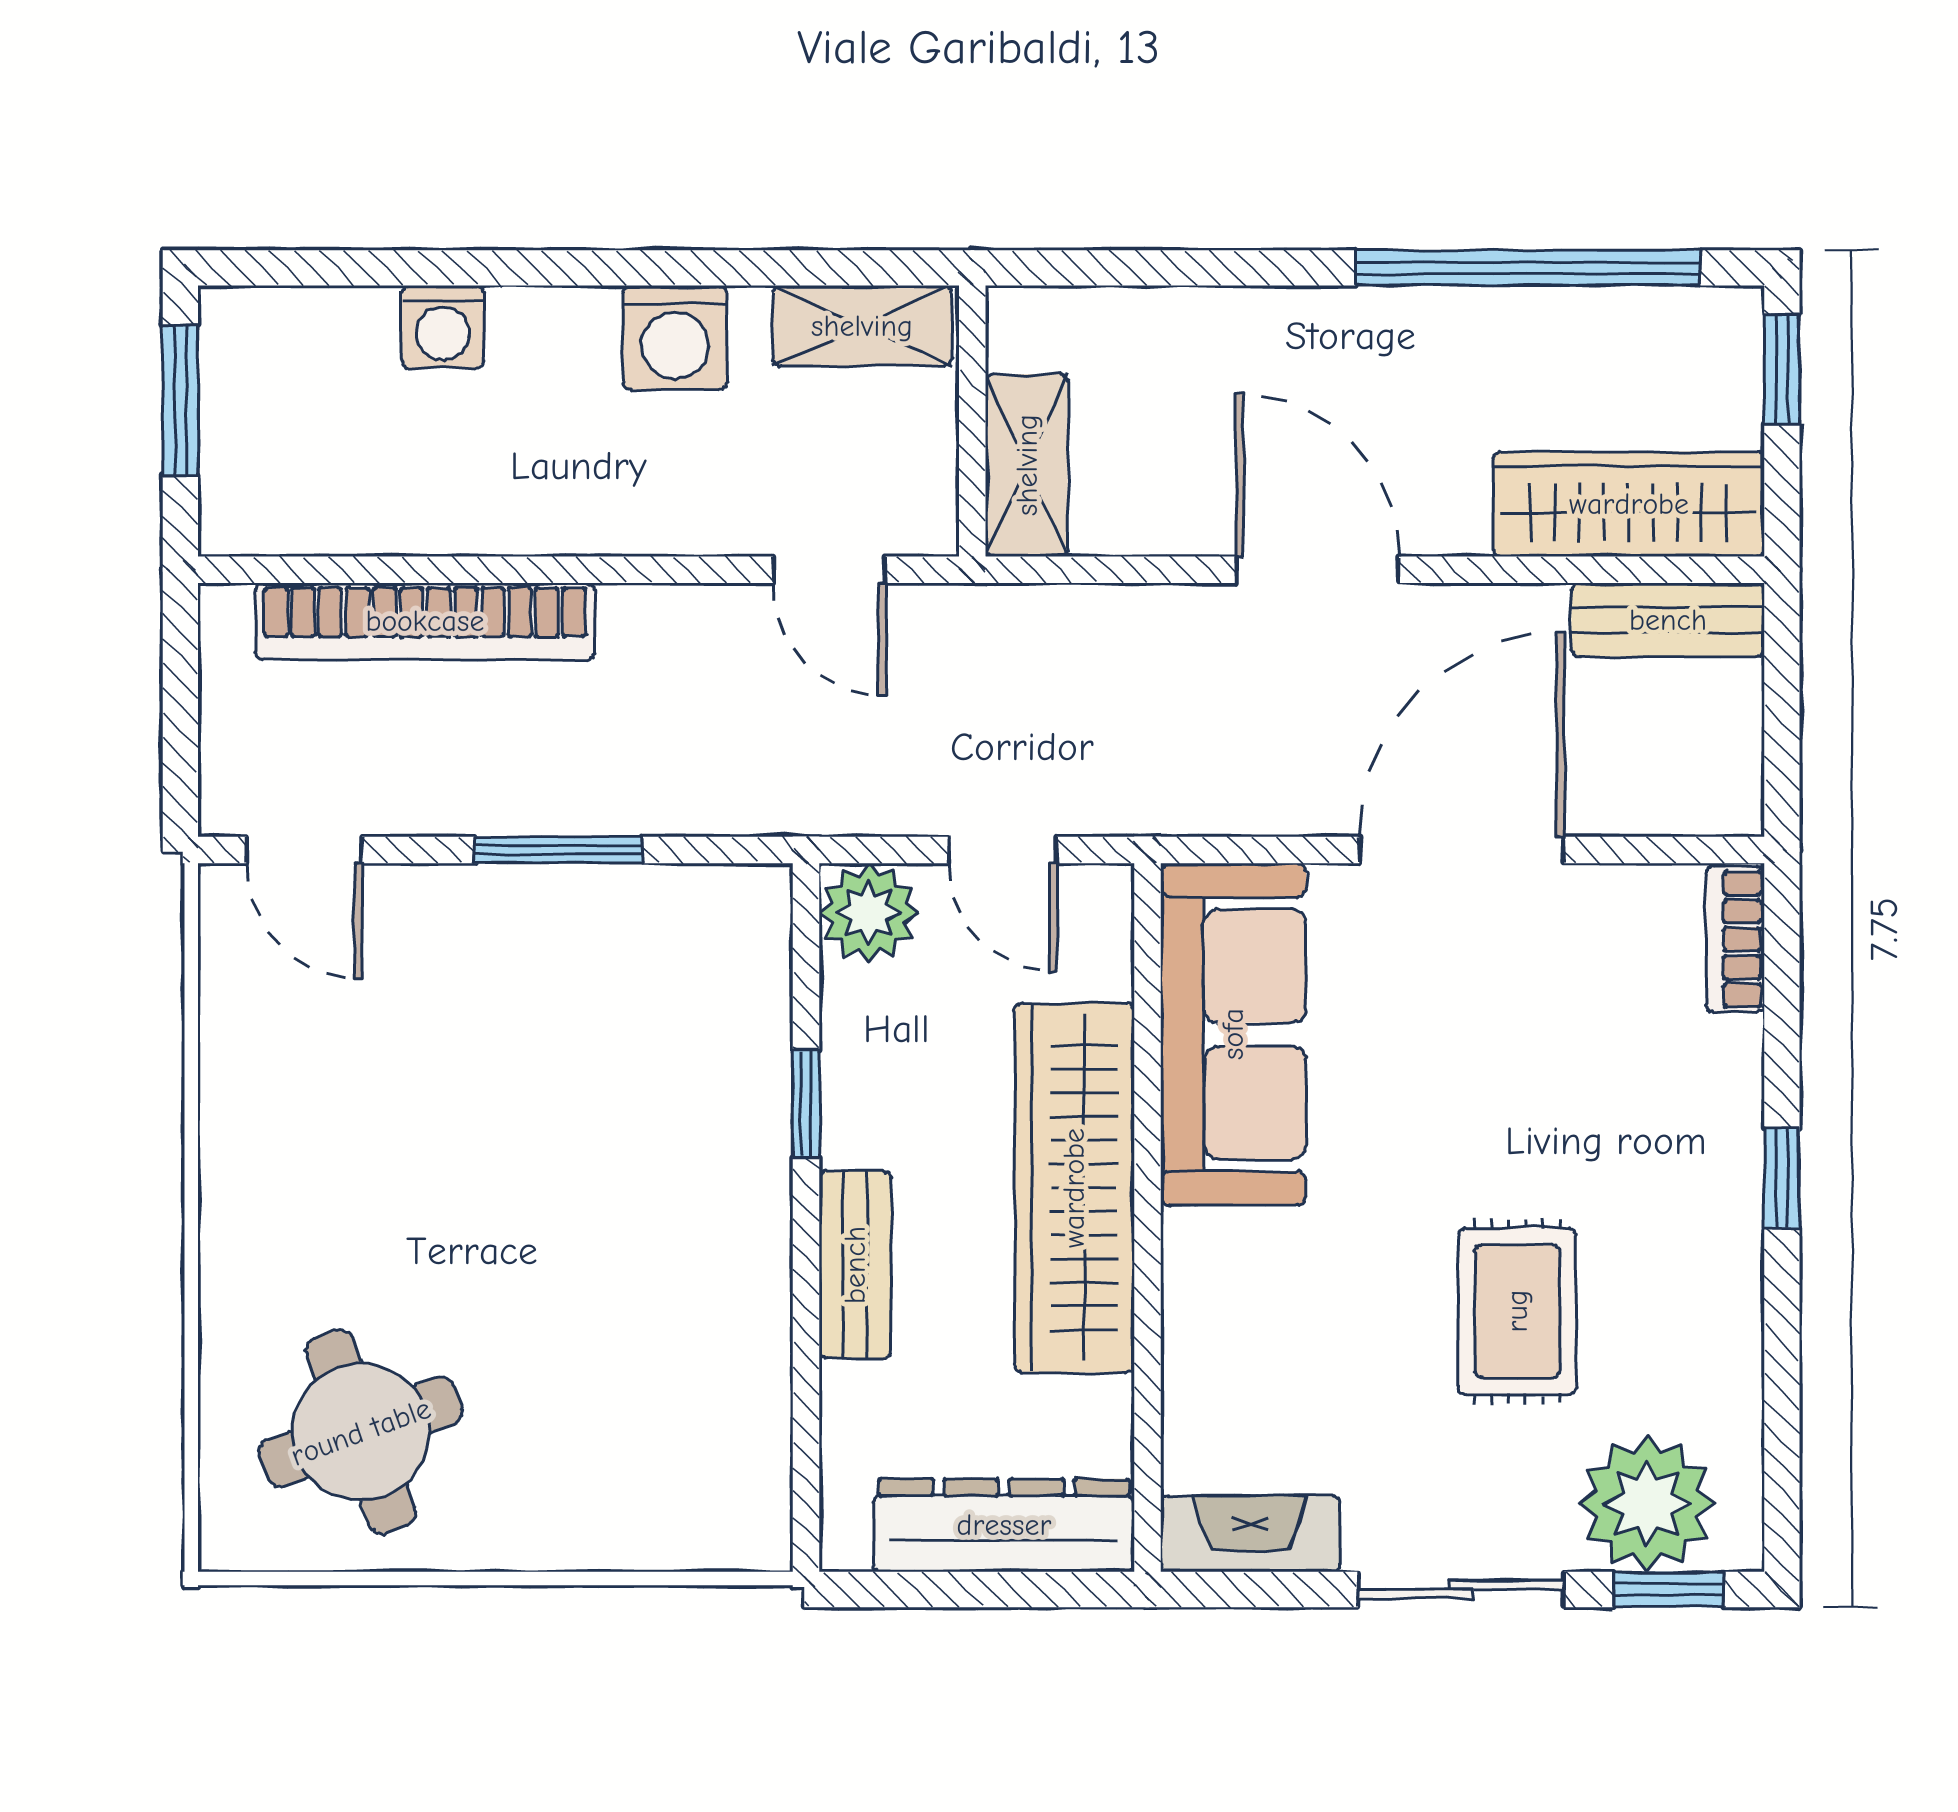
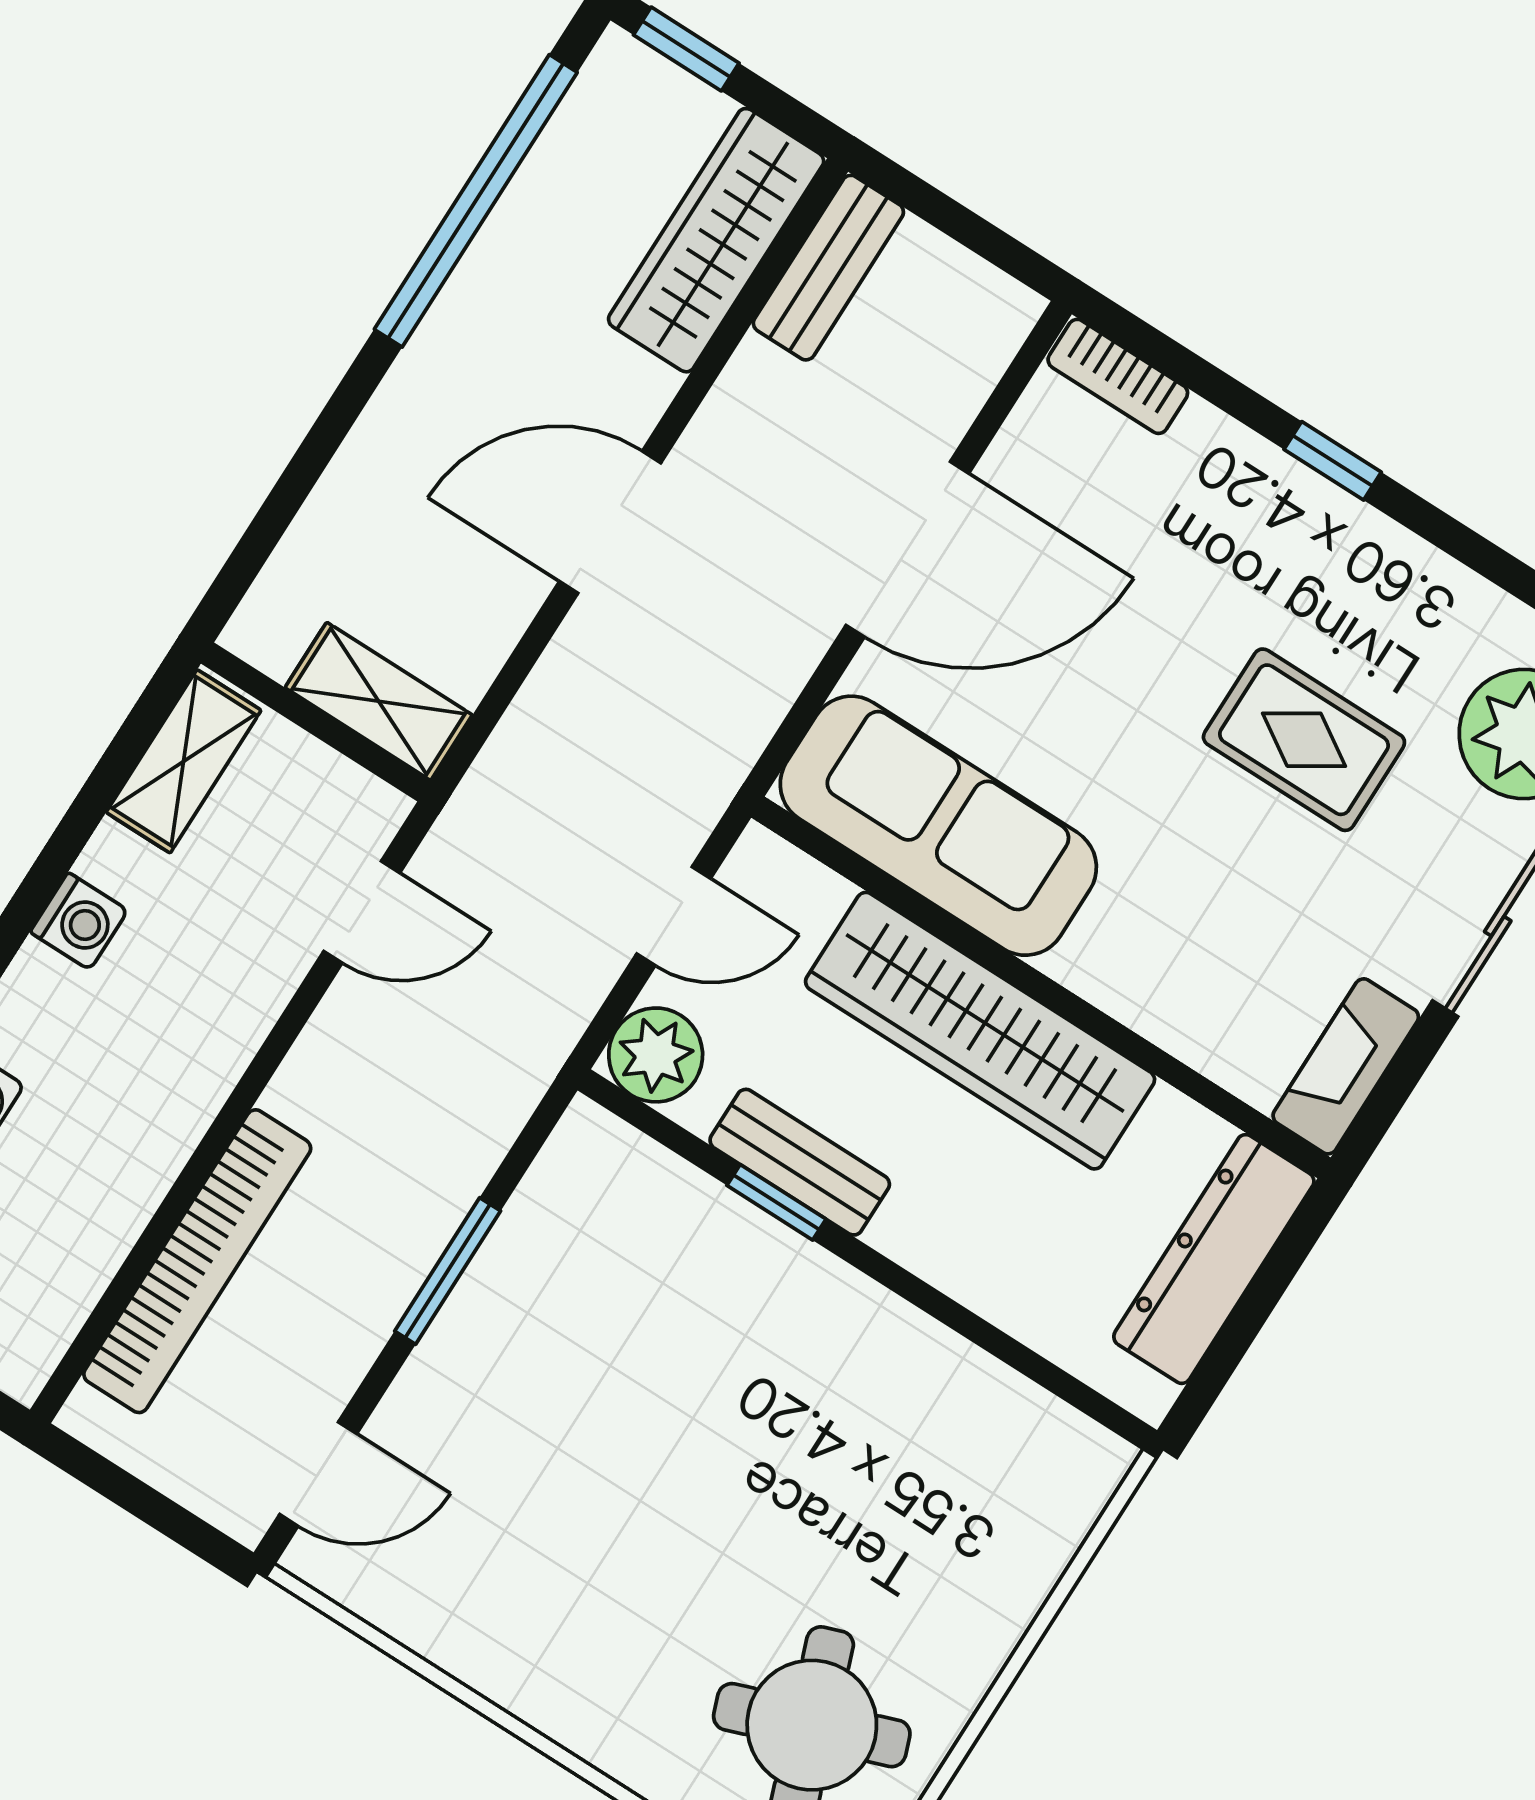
washing machine: (675, 337) -> (79, 921), width x0.73, depth x0.73
door: (1462, 850) -> (907, 549), swing flipped
bench: (855, 1265) -> (800, 1162), moved

